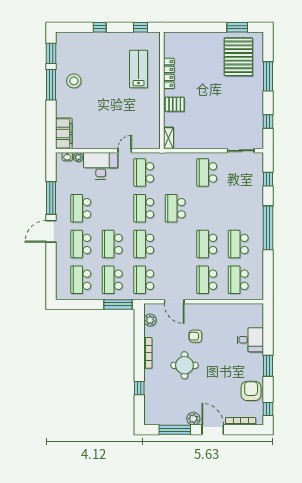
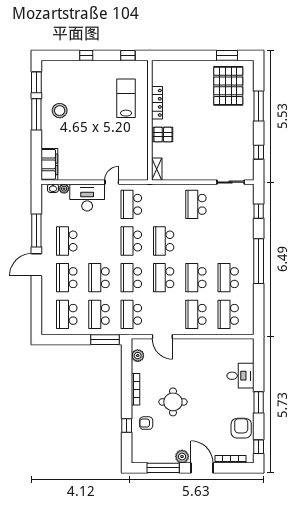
school desk: (175, 244) -> (164, 278), added
armchair: (195, 336) -> (146, 423), moved

